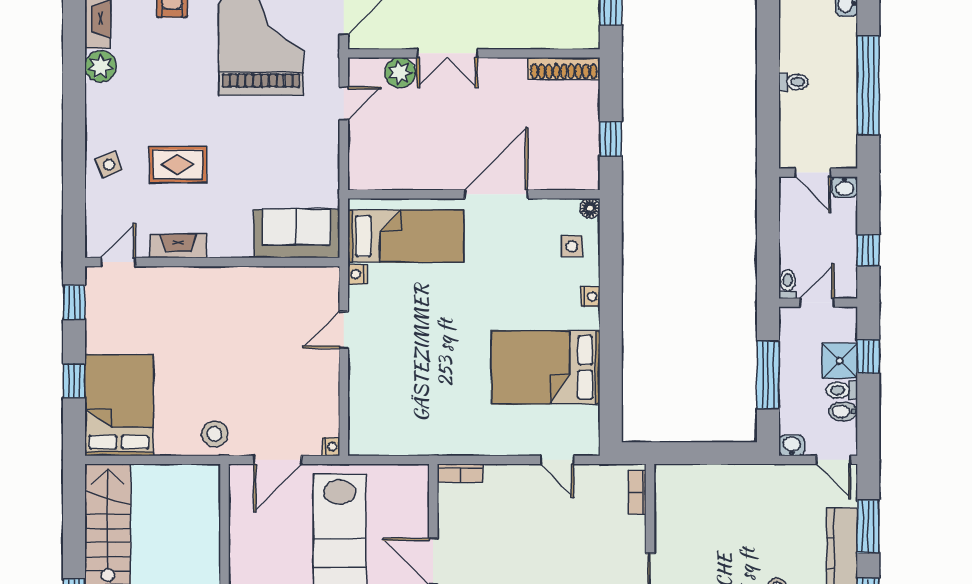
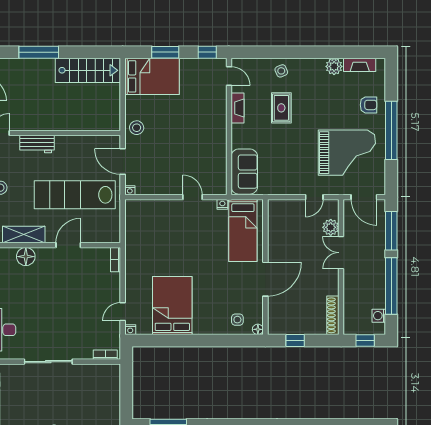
door: (344, 103) -> (314, 197), hinge flipped
door: (496, 194) -> (265, 279), hinge flipped
nightstand: (590, 297) -> (130, 330), moved
window: (74, 381) -> (165, 52), width x1.50

